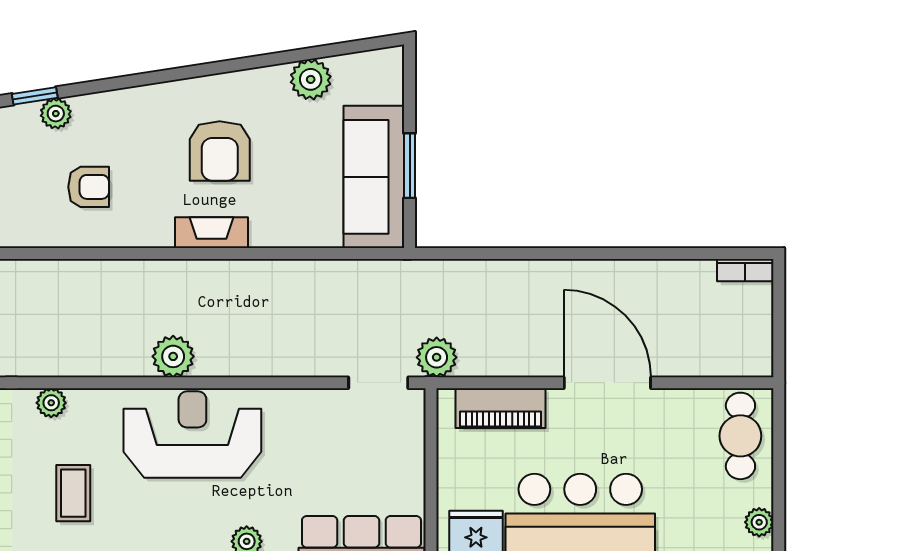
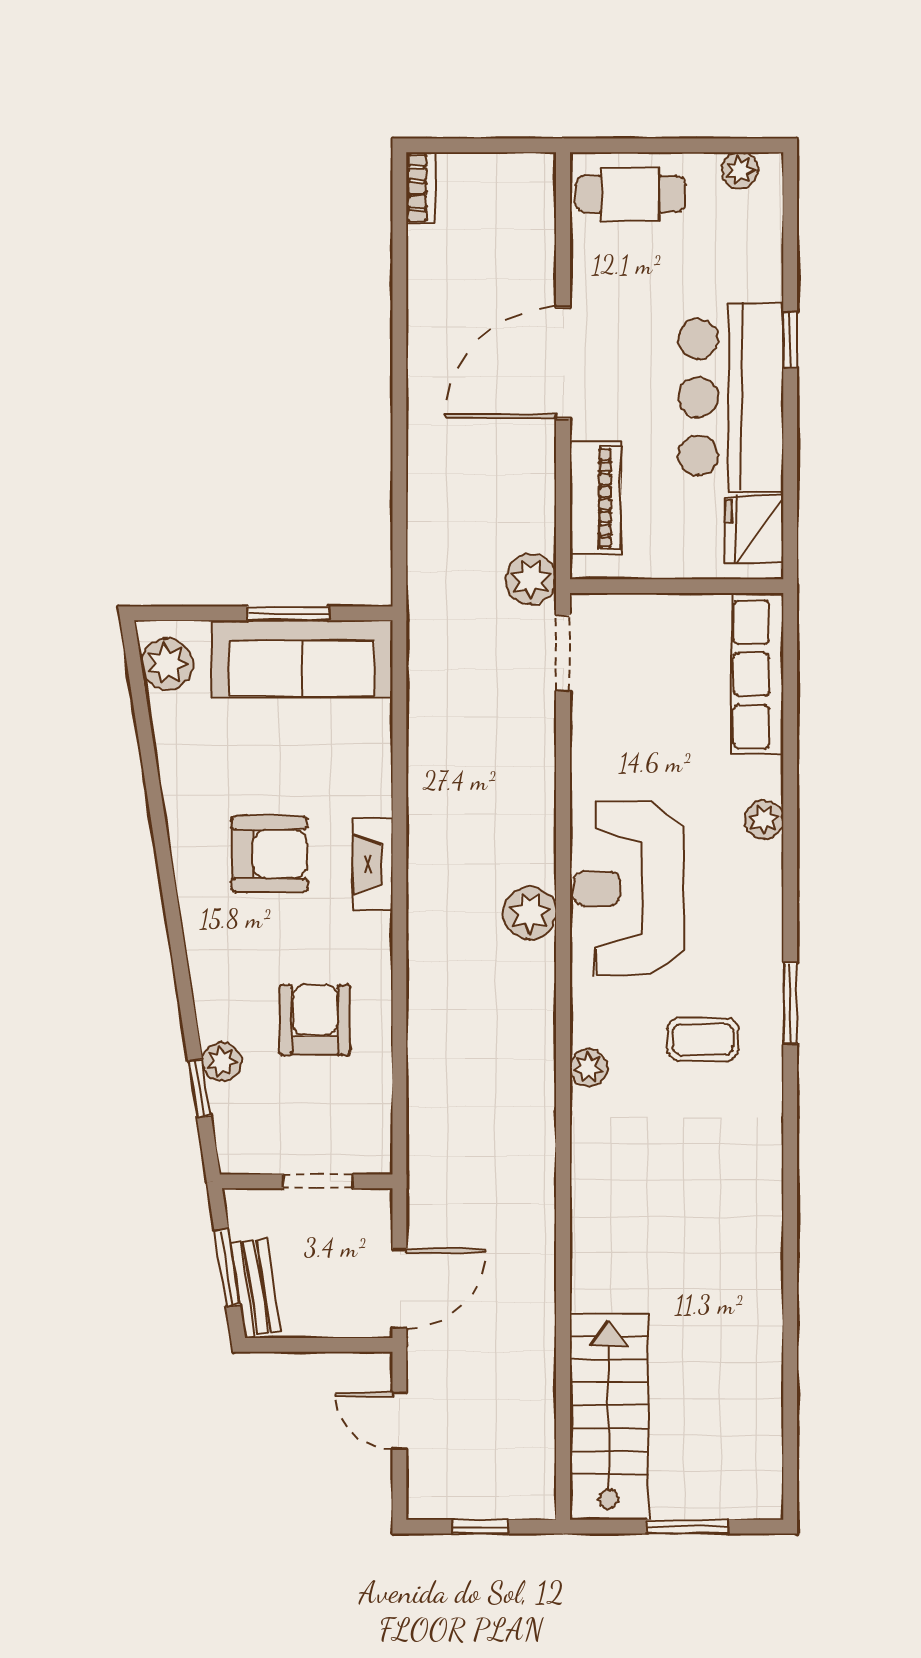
plant: (311, 79) -> (167, 664), moved
armchair: (89, 187) -> (315, 1020), width x1.38, depth x1.38

